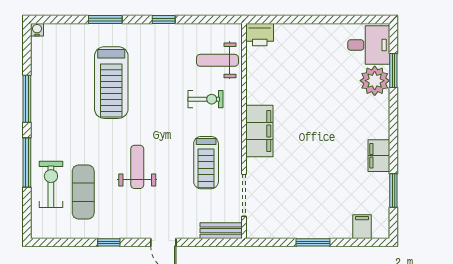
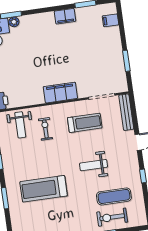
plant: (375, 81) -> (14, 22), width x0.53, depth x0.53
treadmill: (111, 83) -> (44, 189), turned 180
bench: (221, 231) -> (126, 112), width x1.36
window: (313, 242) -> (126, 61), moved

